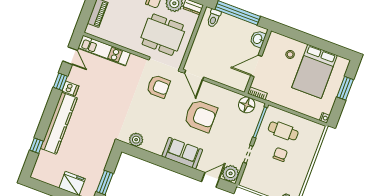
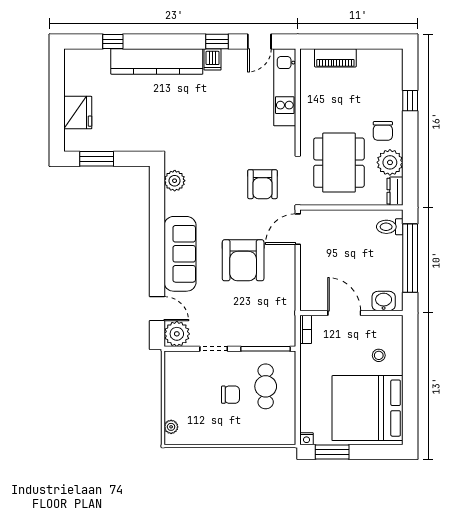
bed: (315, 71) -> (368, 408), width x1.36
window: (345, 88) -> (332, 452), moved
floor lamp: (247, 105) -> (283, 320), removed
sofa: (182, 153) -> (180, 254), width x1.36

